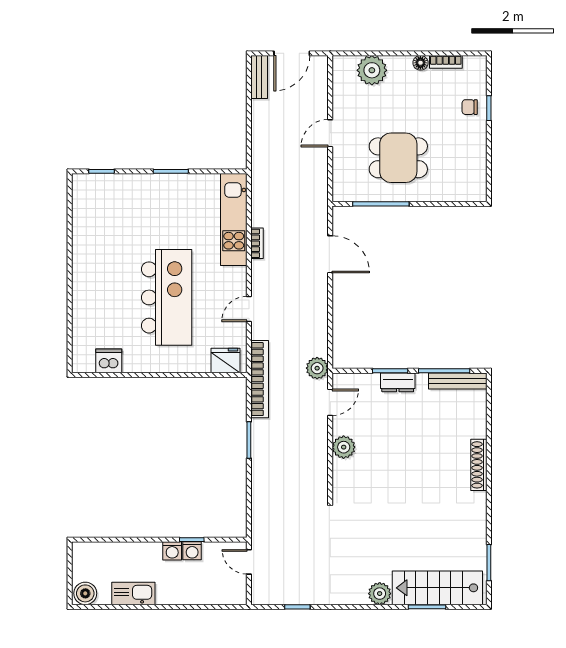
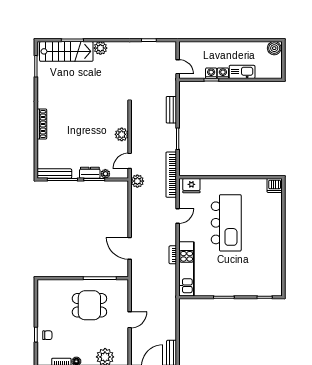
kitchen island: (167, 297) -> (226, 223), turned 180
dishwasher: (109, 361) -> (275, 185), moved
plant: (371, 381) -> (105, 174), added
bench: (259, 489) -> (171, 110), added
kitchen sink: (133, 593) -> (242, 72), moved, turned 180

